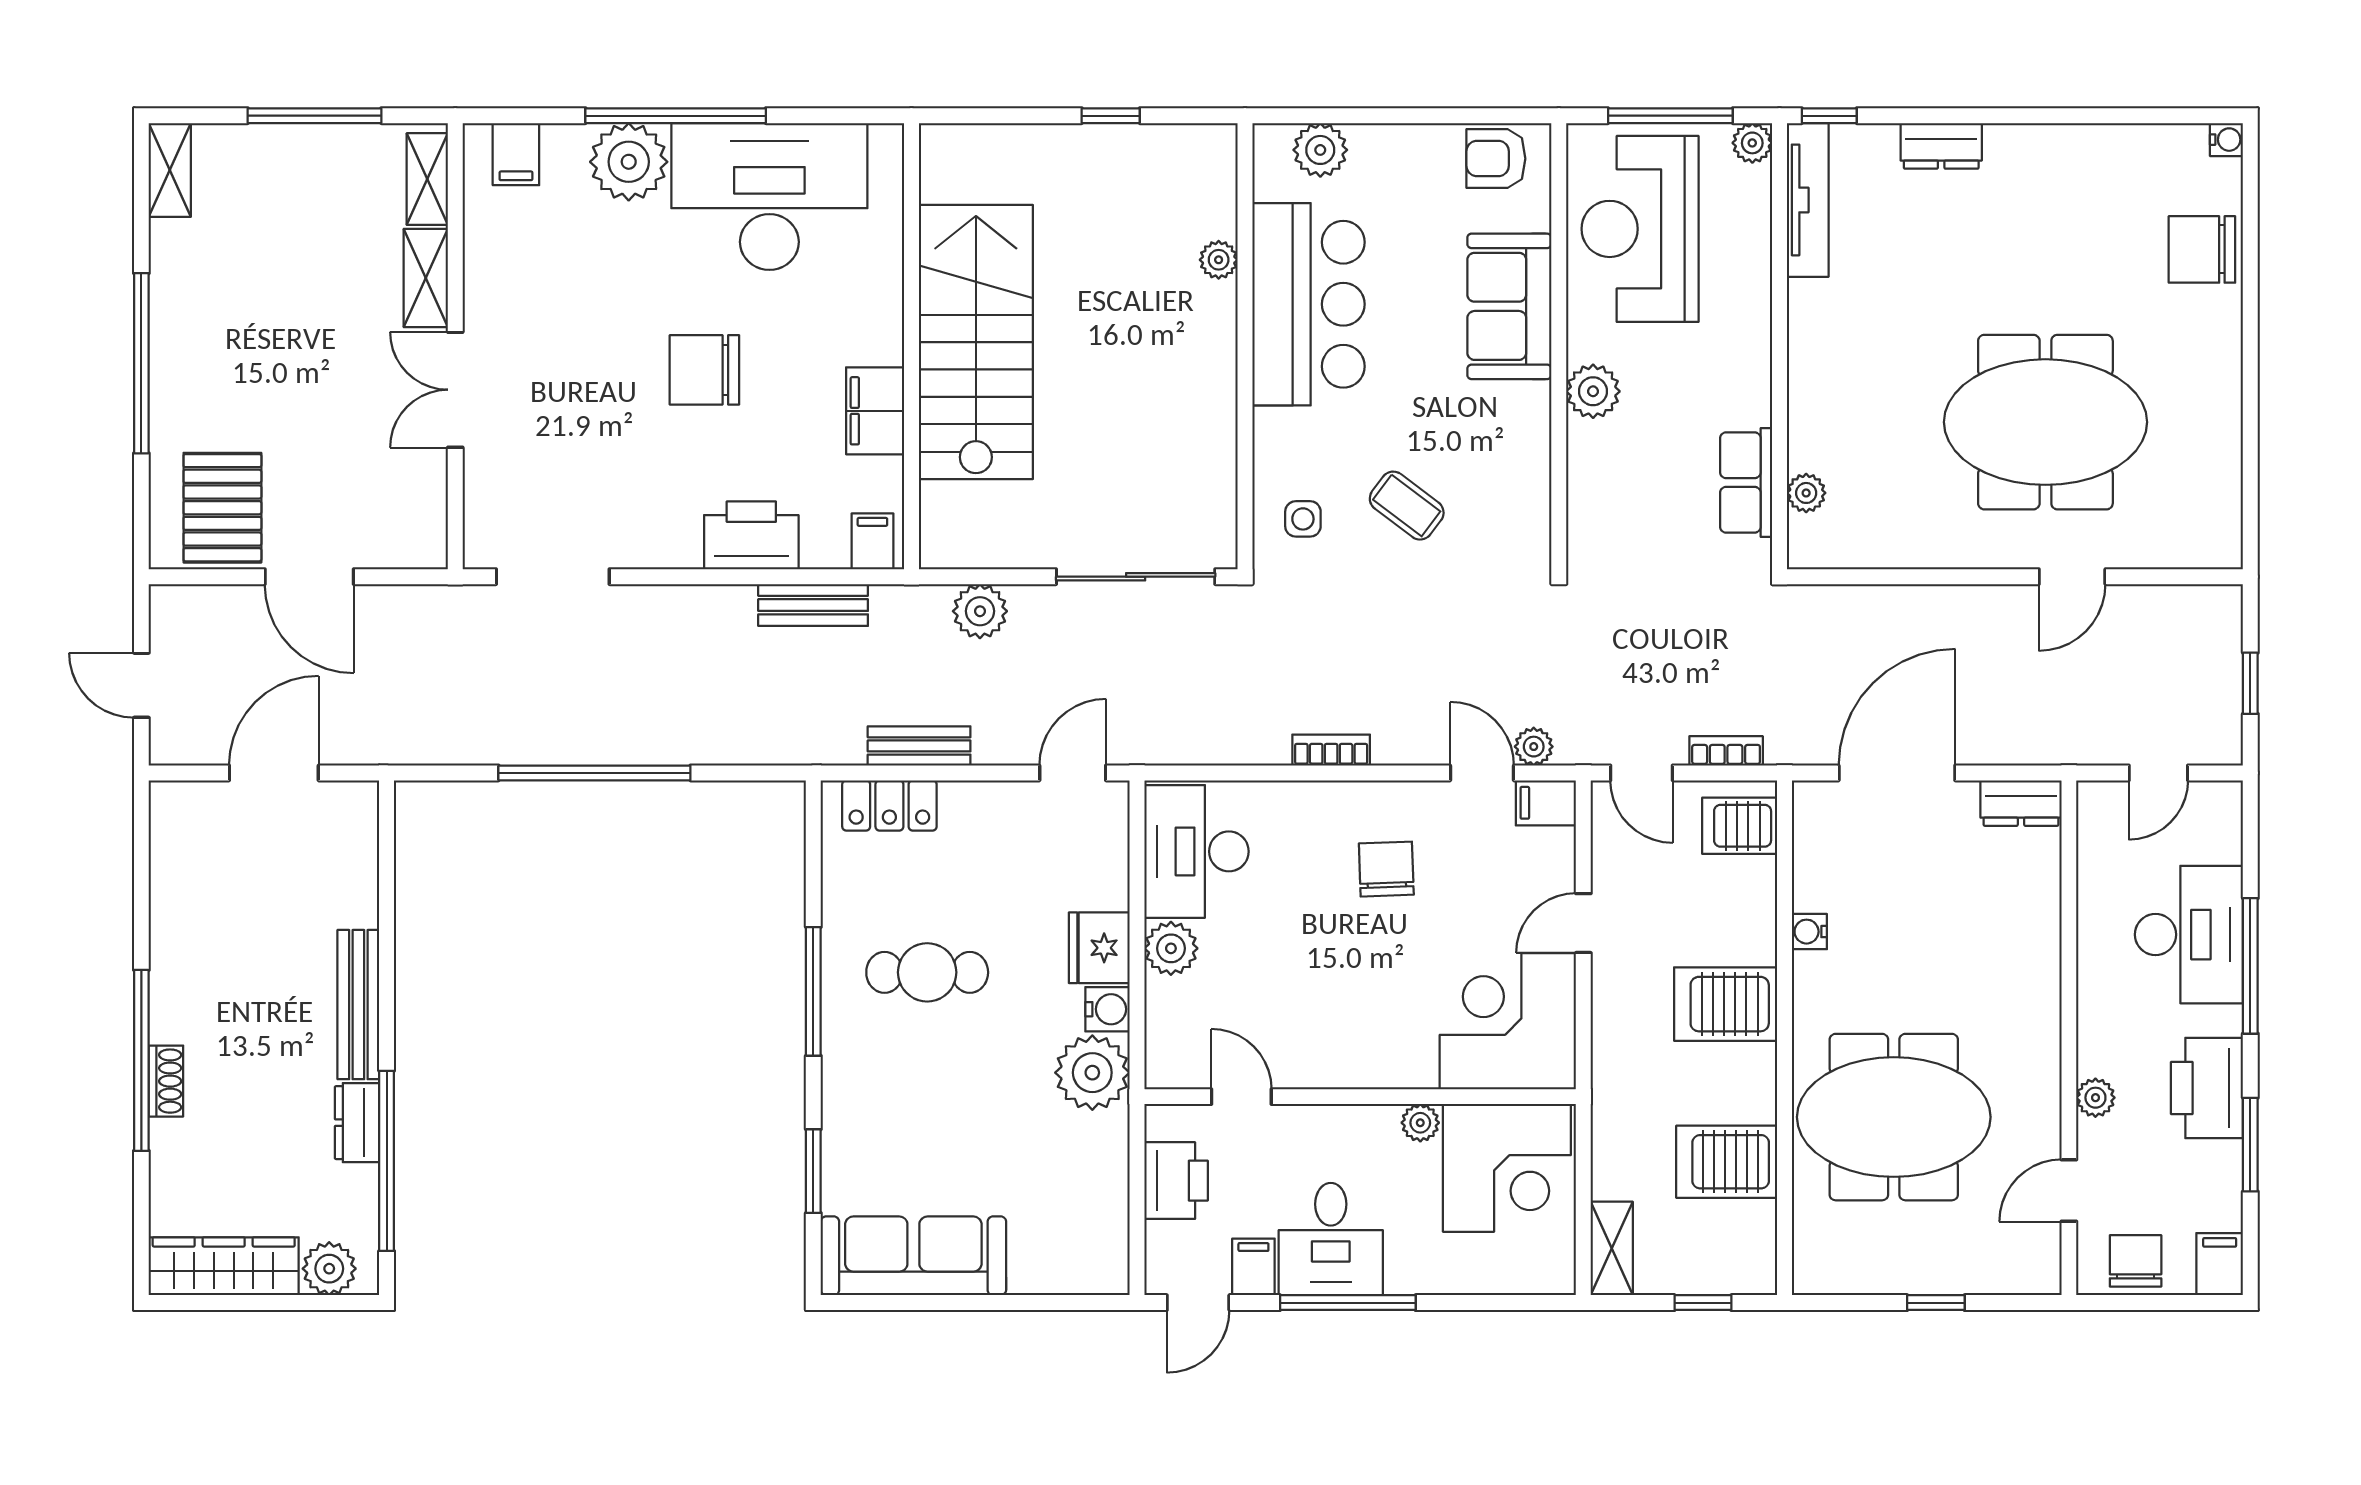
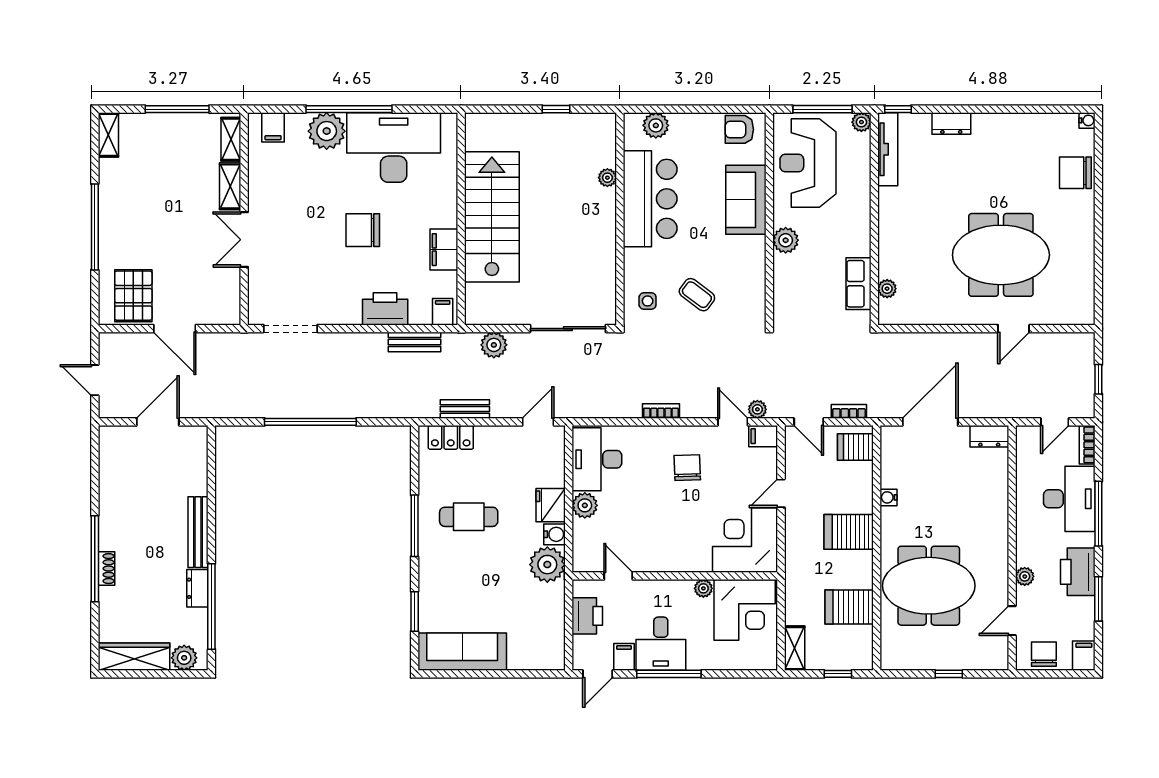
bookcase: (2227, 821) -> (1087, 445), added

